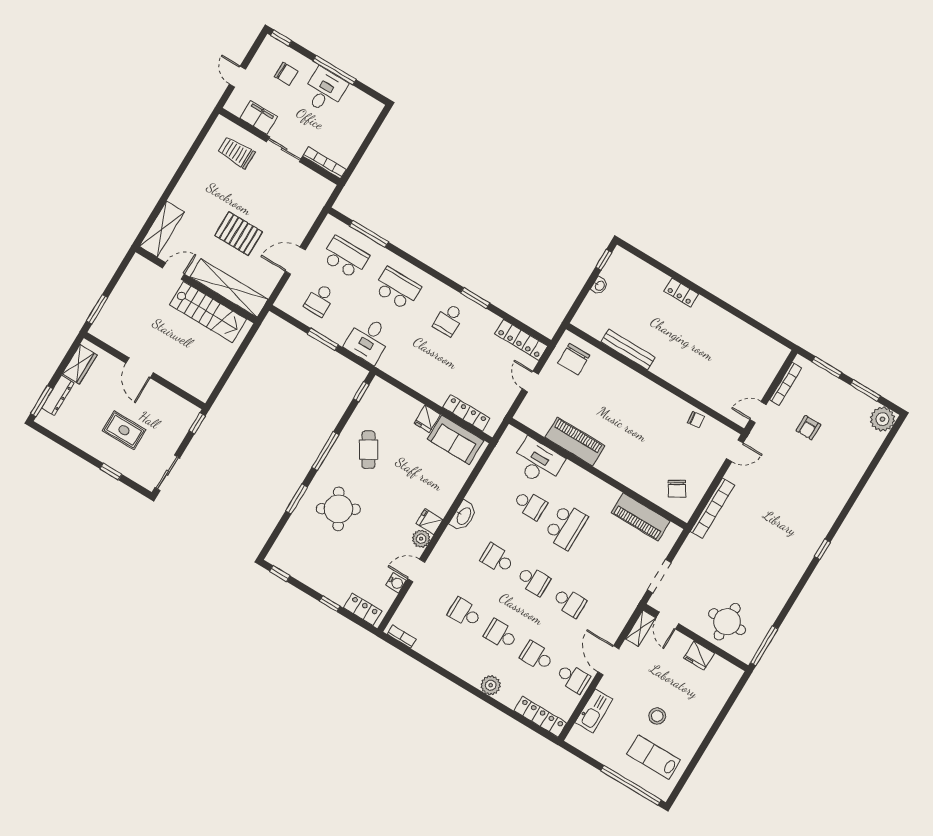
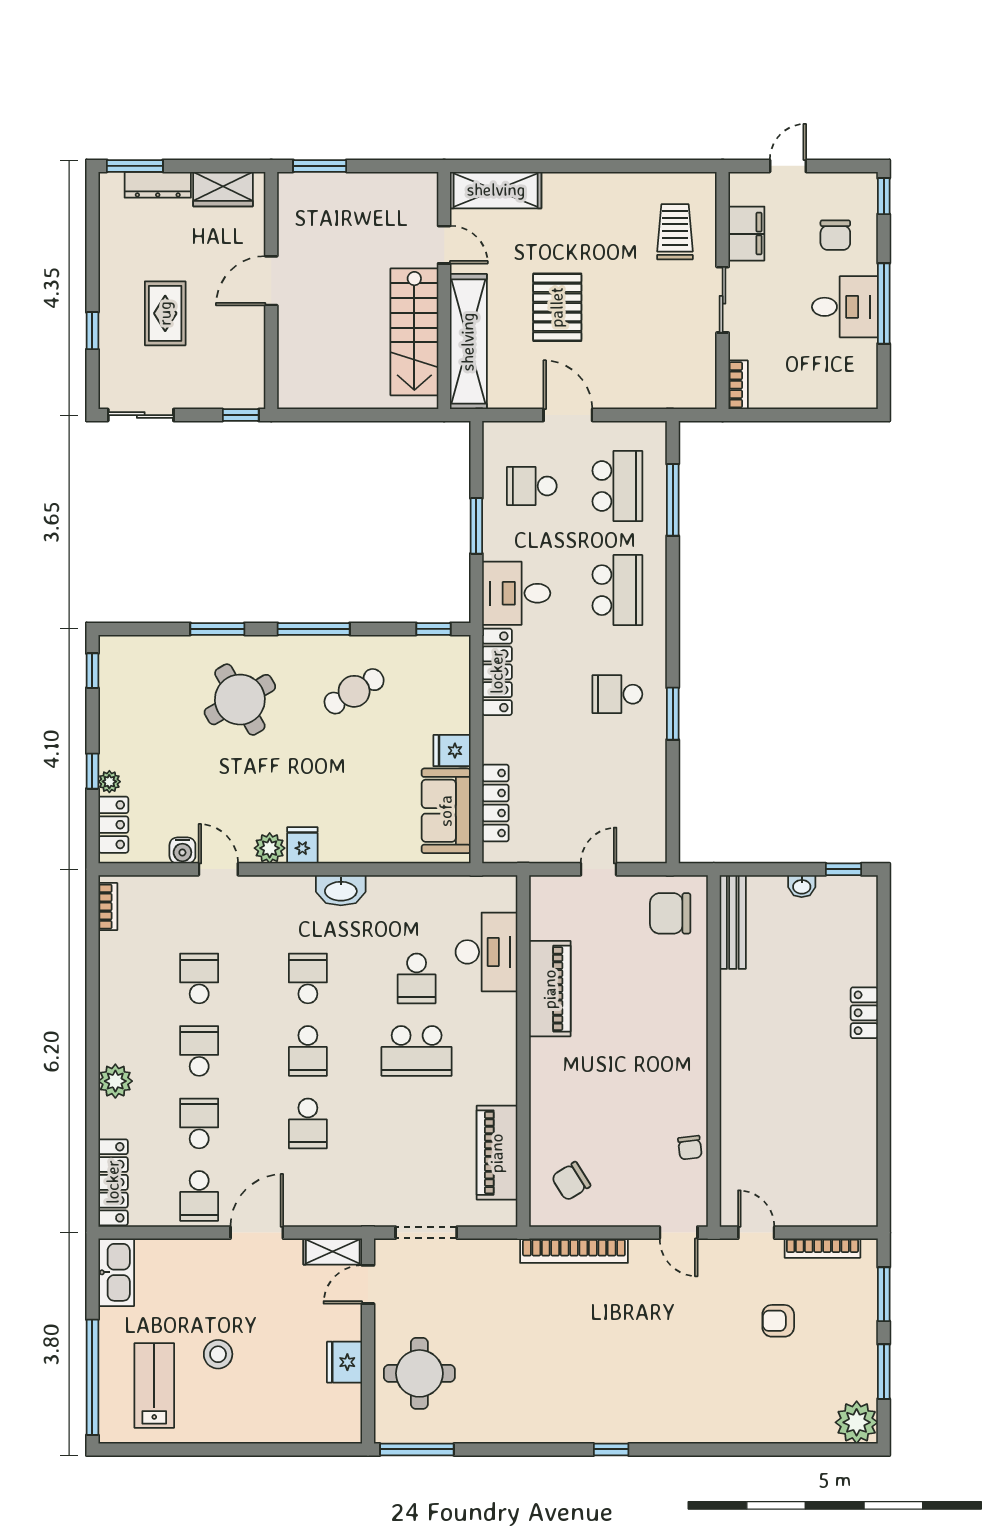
bookcase: (325, 163) -> (738, 385), width x0.64
locker: (521, 340) -> (497, 672), moved, turned 180
bench: (628, 350) -> (733, 922), moved
plant: (340, 598) -> (109, 782), added
kitchen sink: (594, 711) -> (116, 1272), moved, turned -90

